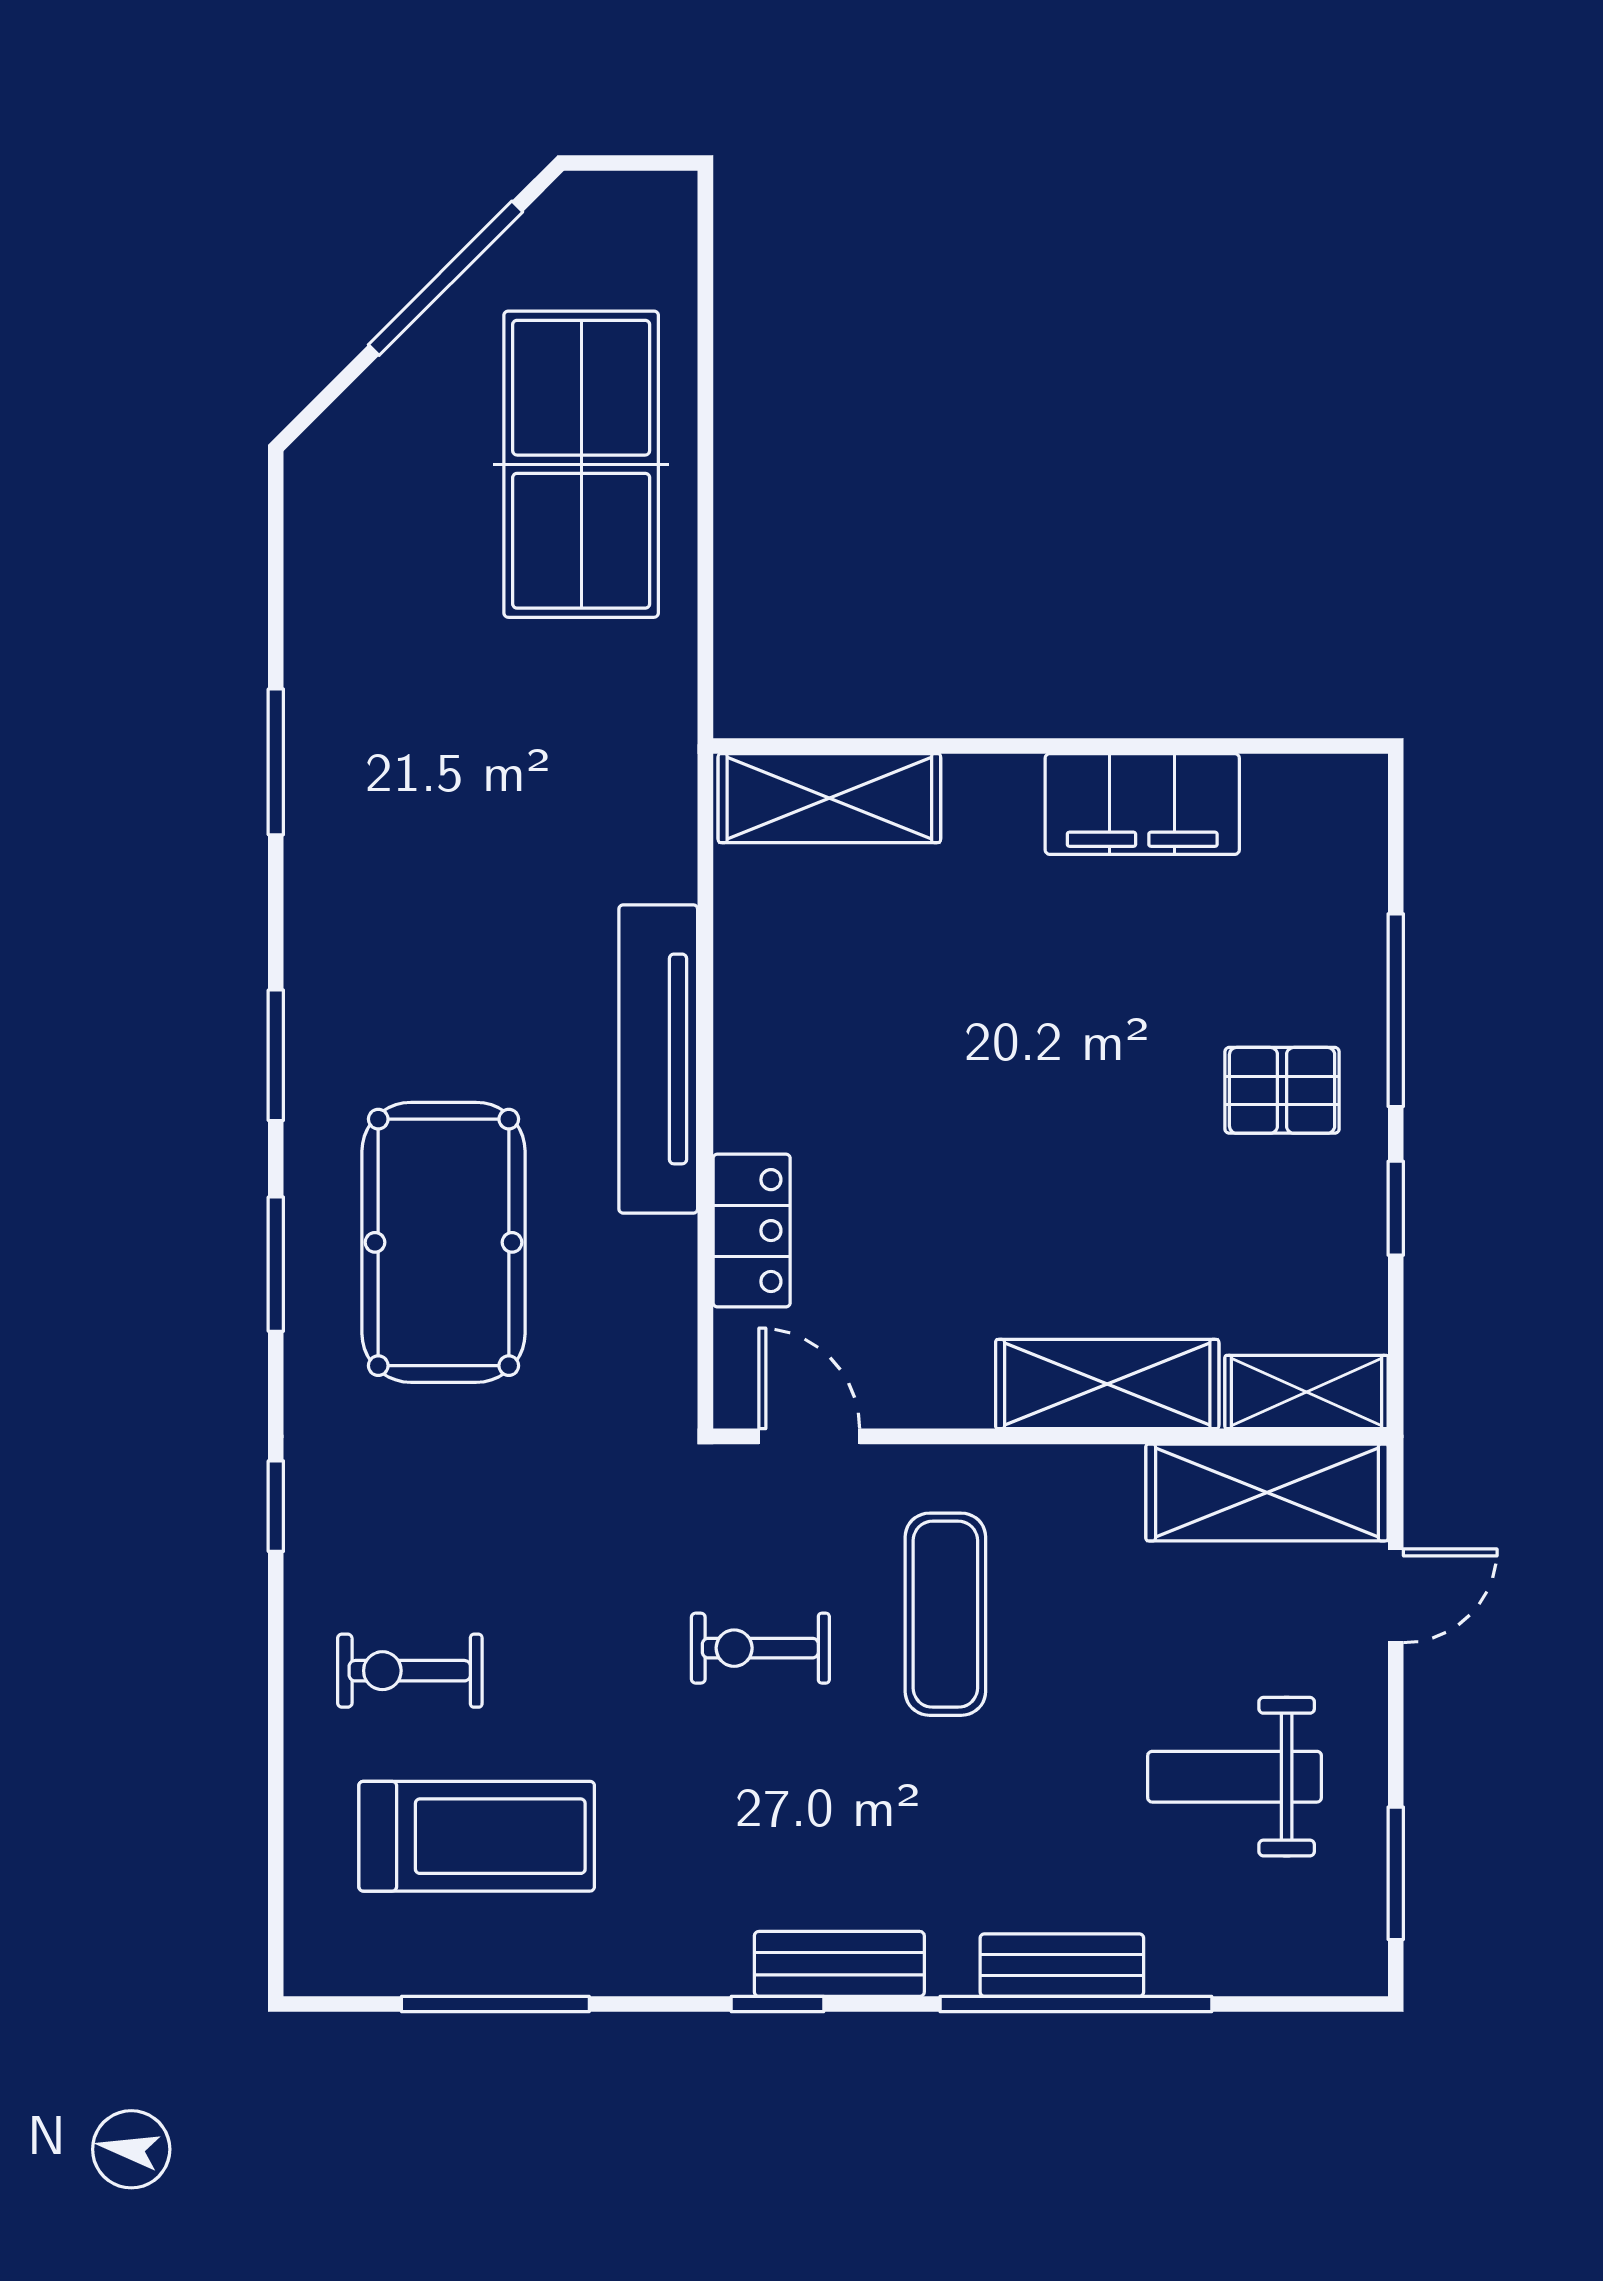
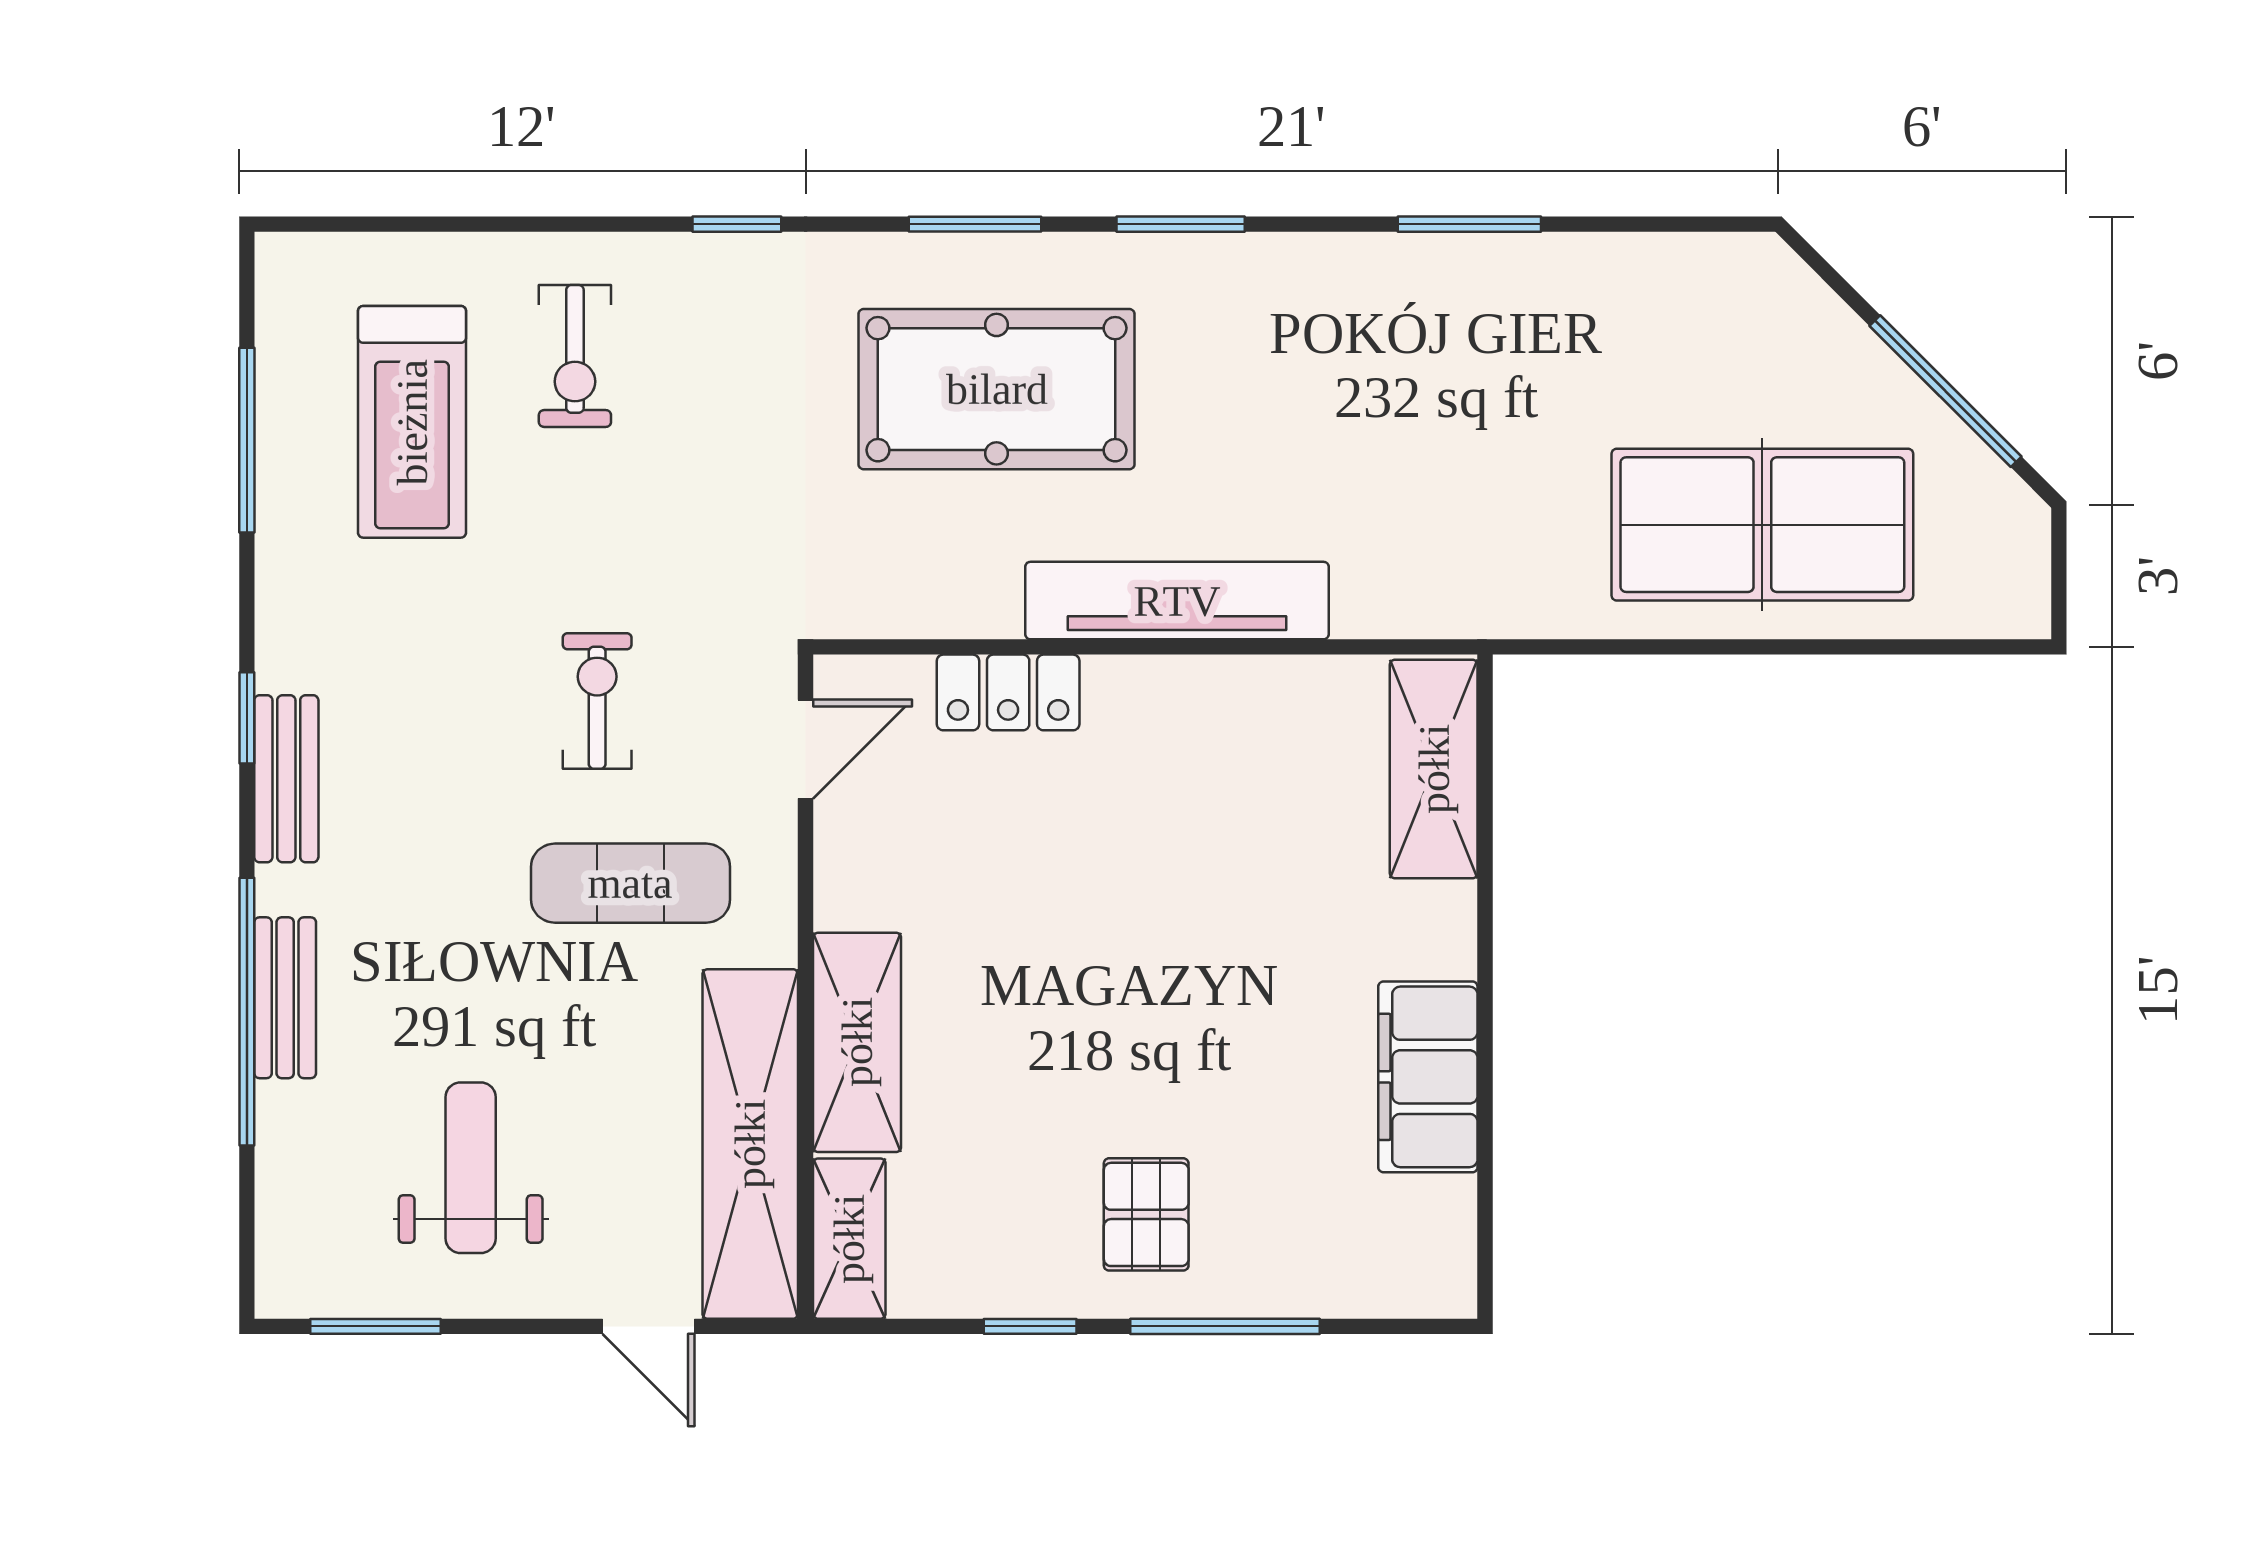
shelving: (1267, 1492) -> (750, 1144), width x1.47
exercise bike: (410, 1671) -> (575, 356), turned 180

